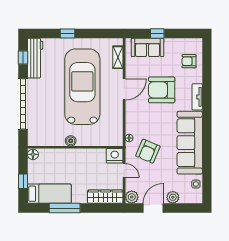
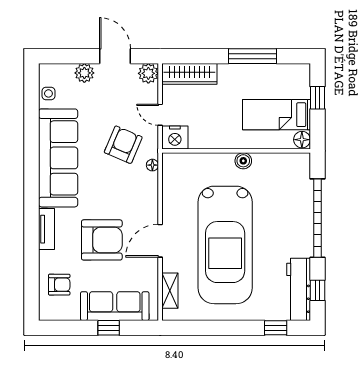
window: (67, 33) -> (276, 328), moved
sofa: (147, 47) -> (115, 306), width x1.36
bed: (49, 194) -> (277, 115), moved
door: (153, 208) -> (115, 56), swing flipped

